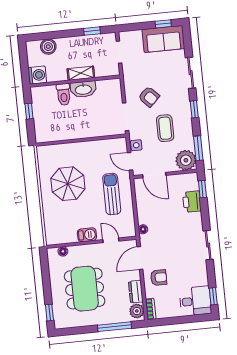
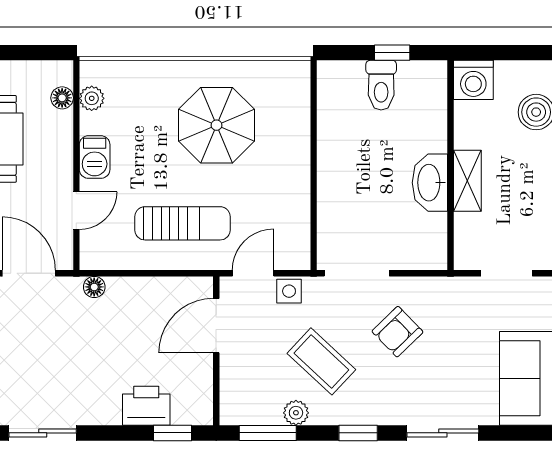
toilet: (64, 94) -> (381, 85), moved, turned -90
coffee table: (165, 128) -> (321, 361), turned 43
plant: (186, 160) -> (296, 413), moved, width x0.53, depth x0.53
plant: (62, 239) -> (92, 98), added

